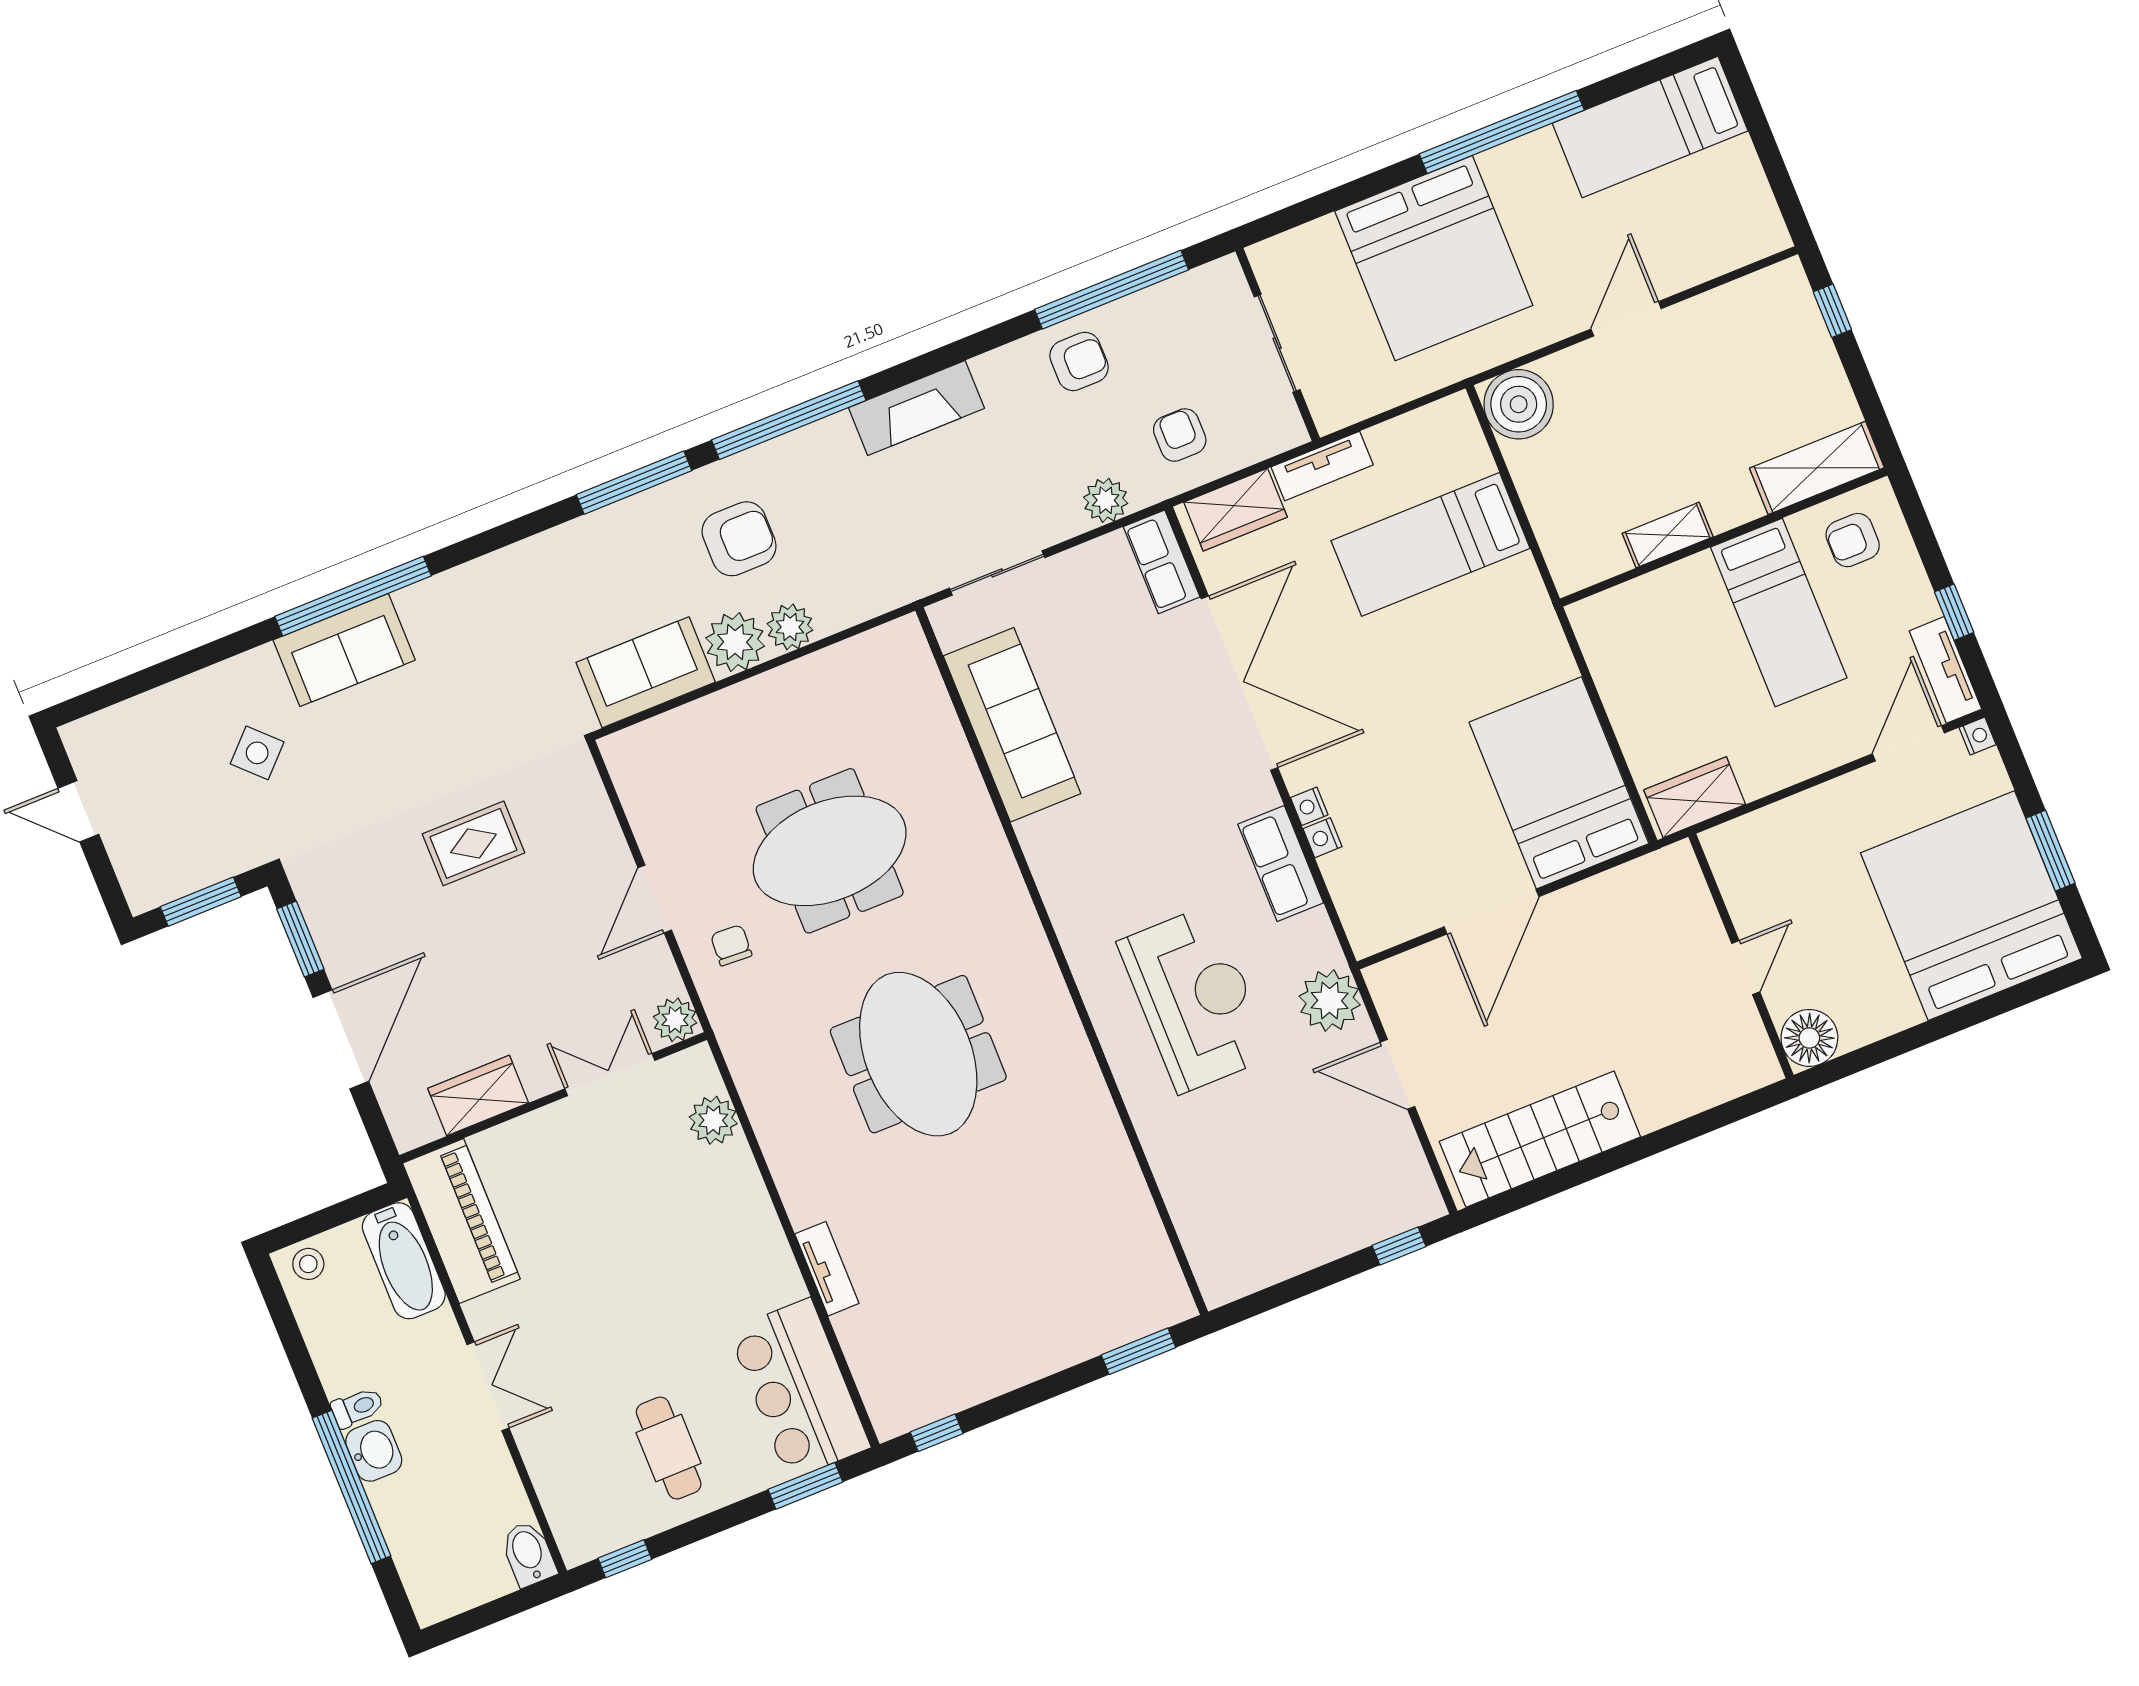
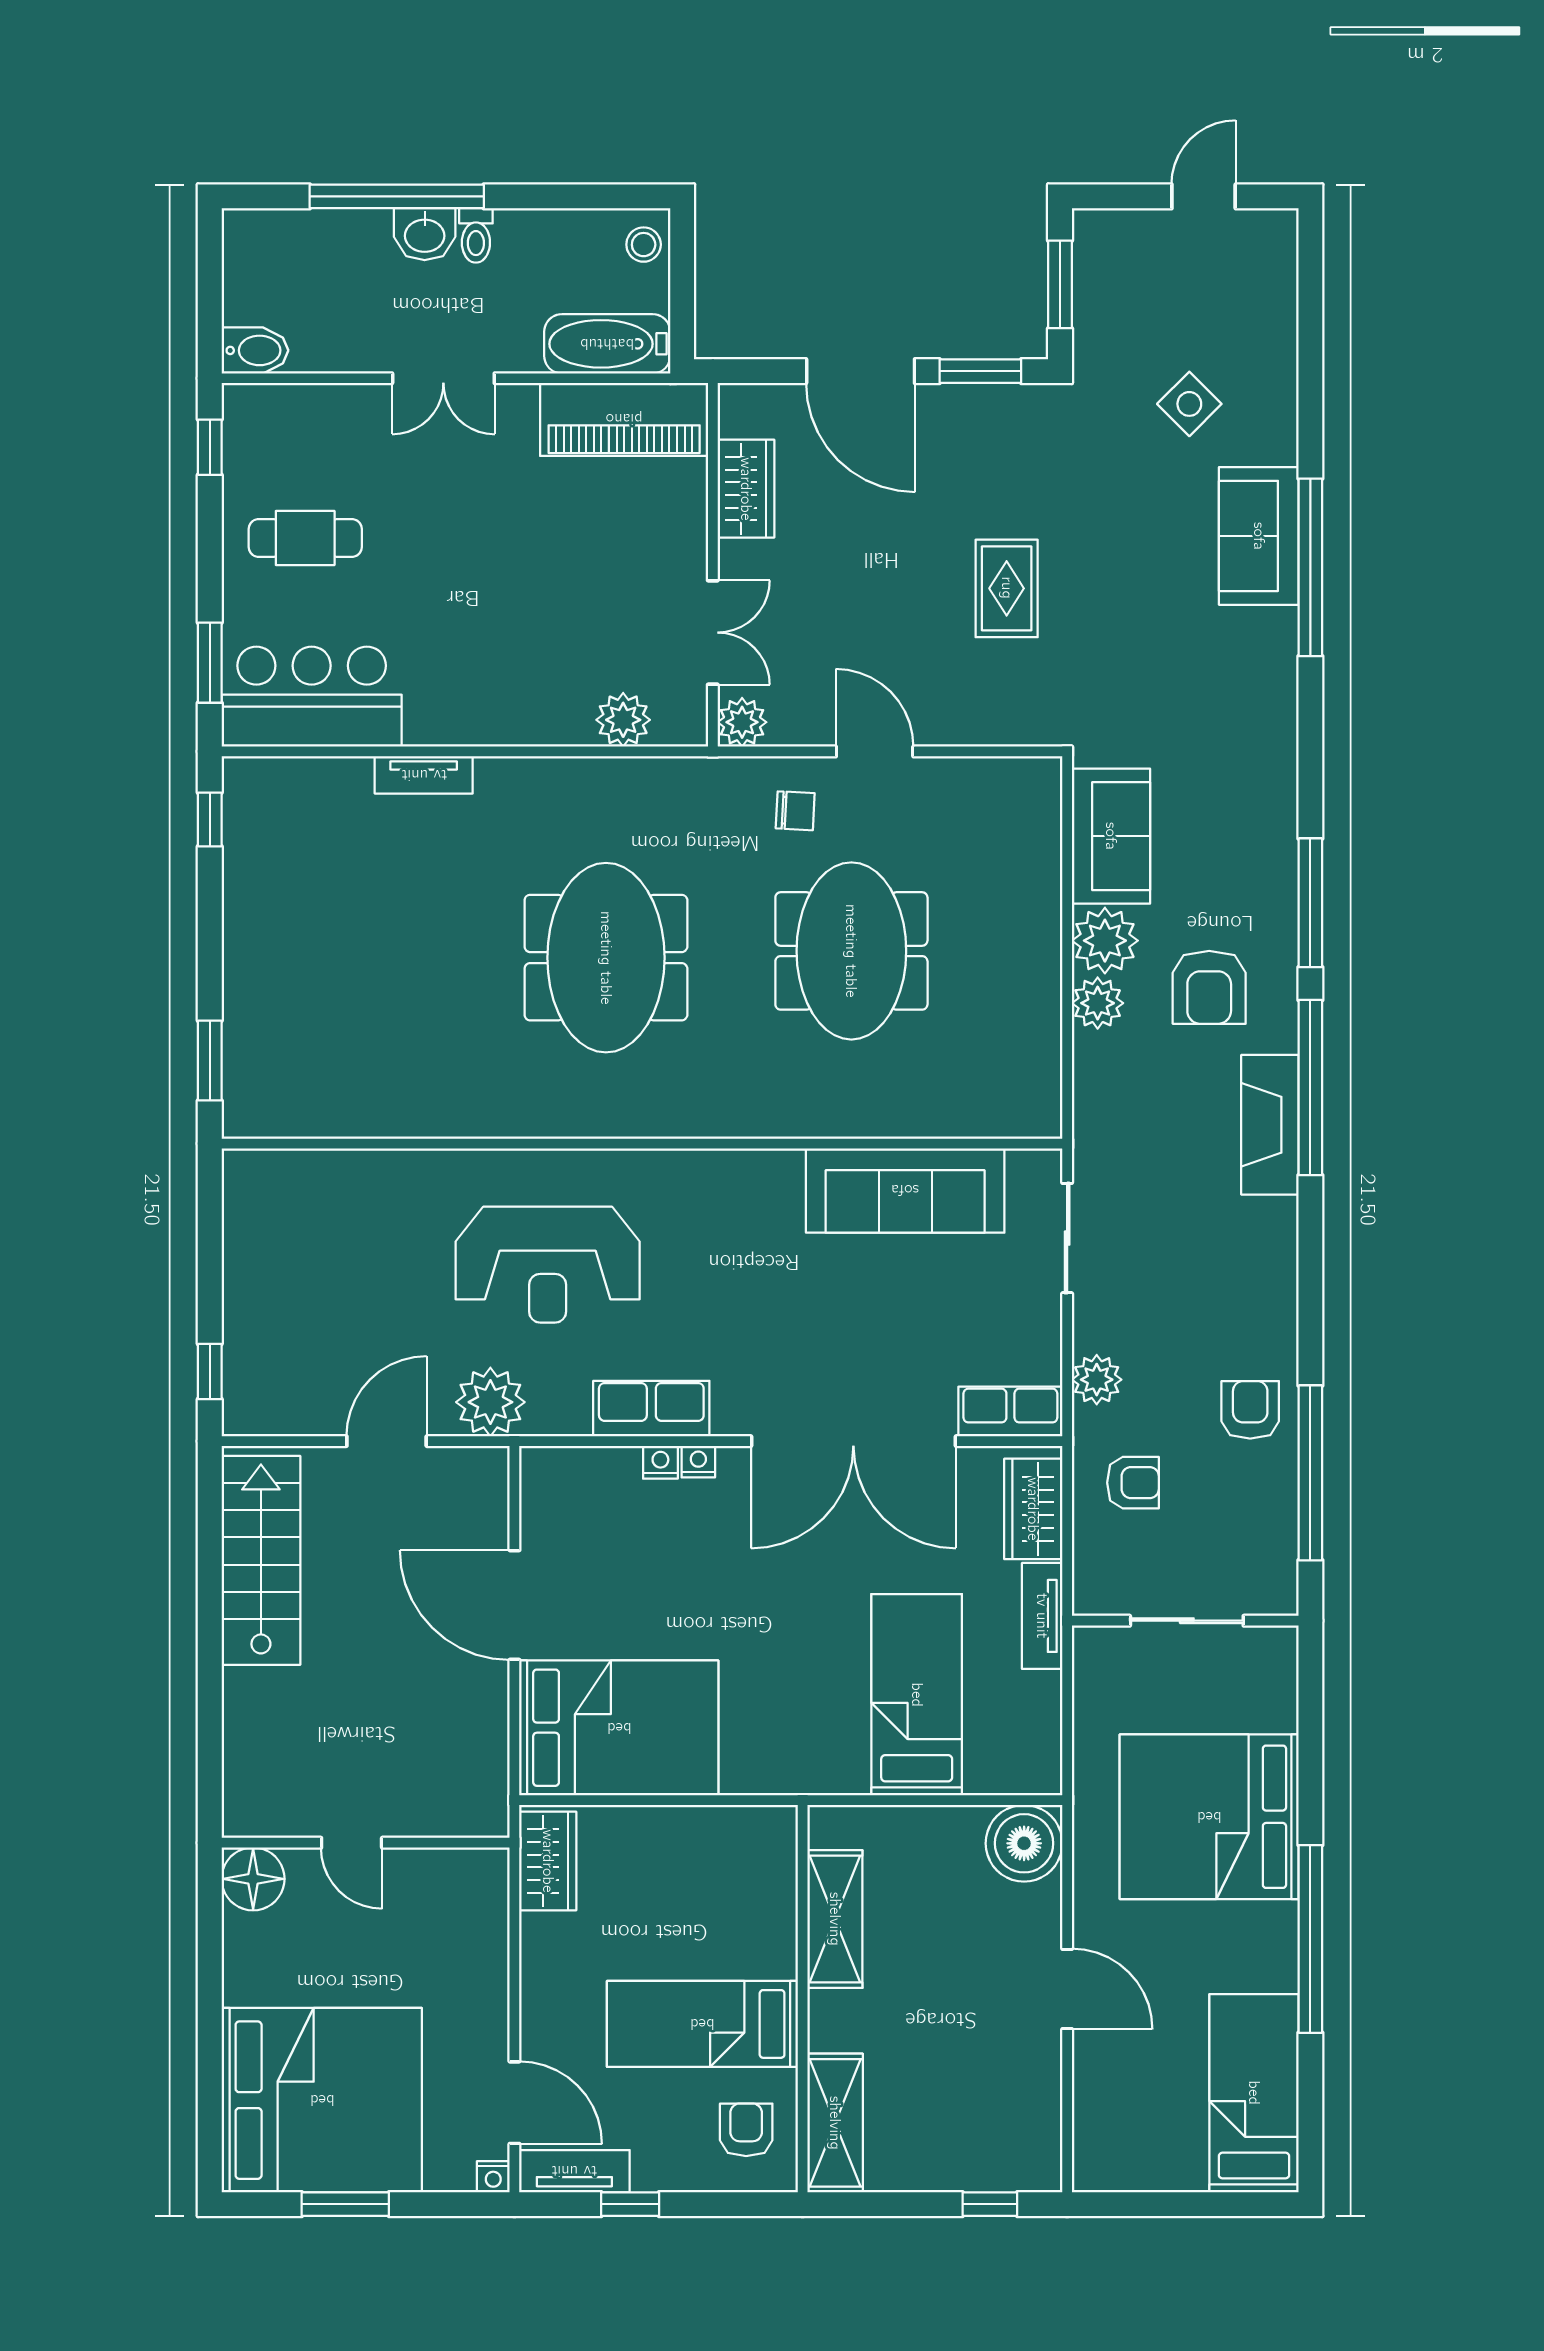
armchair: (1079, 361) -> (1250, 1410), turned 180
fireplace: (916, 408) -> (1270, 1125), moved
shelving: (1668, 535) -> (835, 1919), width x1.50, depth x1.33
meeting table: (918, 1054) -> (606, 958), turned 90

